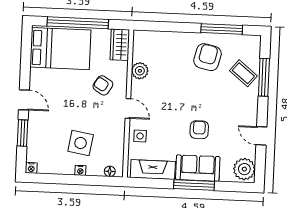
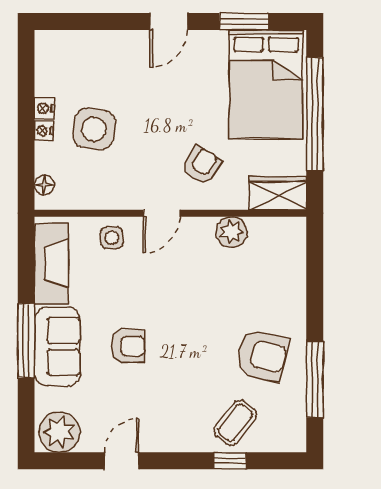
window: (264, 77) -> (230, 461), width x0.46
window: (23, 133) -> (244, 21), moved
nightstand: (31, 168) -> (44, 108), moved

